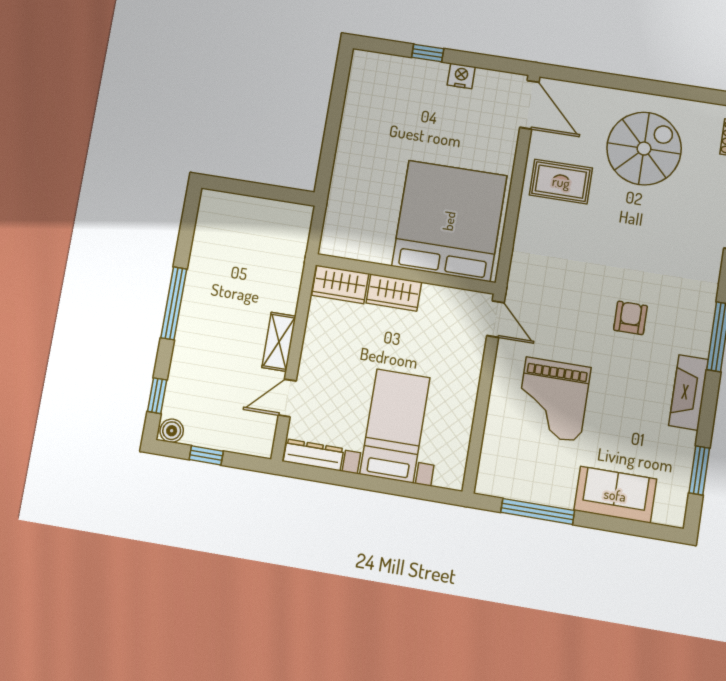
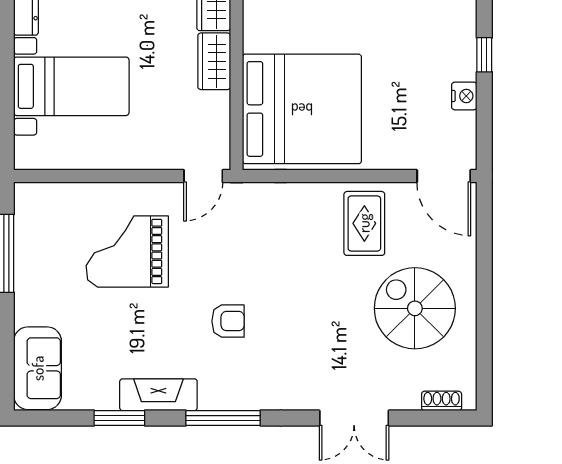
door: (529, 105) -> (444, 176), hinge flipped
spiral stairs: (644, 149) -> (415, 308), turned 180
window: (699, 470) -> (119, 418), moved
sofa: (615, 495) -> (38, 368), moved

